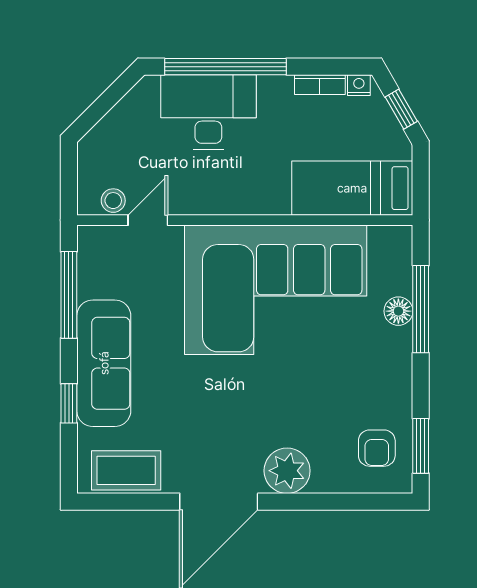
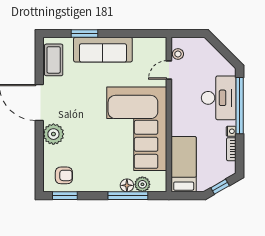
nightstand: (359, 85) -> (231, 131), moved
door: (148, 220) -> (169, 70), swing flipped
plant: (396, 278) -> (142, 184), added
window: (69, 295) -> (134, 34), removed
window: (69, 403) -> (84, 34), width x1.50
armchair: (377, 448) -> (64, 175), turned 180

